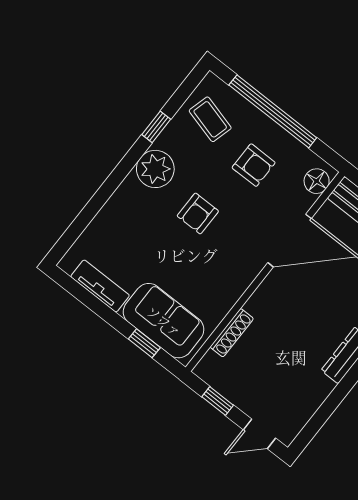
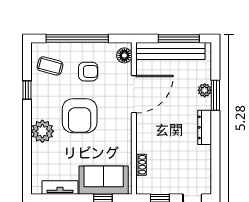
plant: (155, 169) -> (42, 131), moved
armchair: (198, 213) -> (80, 116), width x1.88, depth x1.88
shoe rack: (232, 333) -> (141, 165), width x0.70

